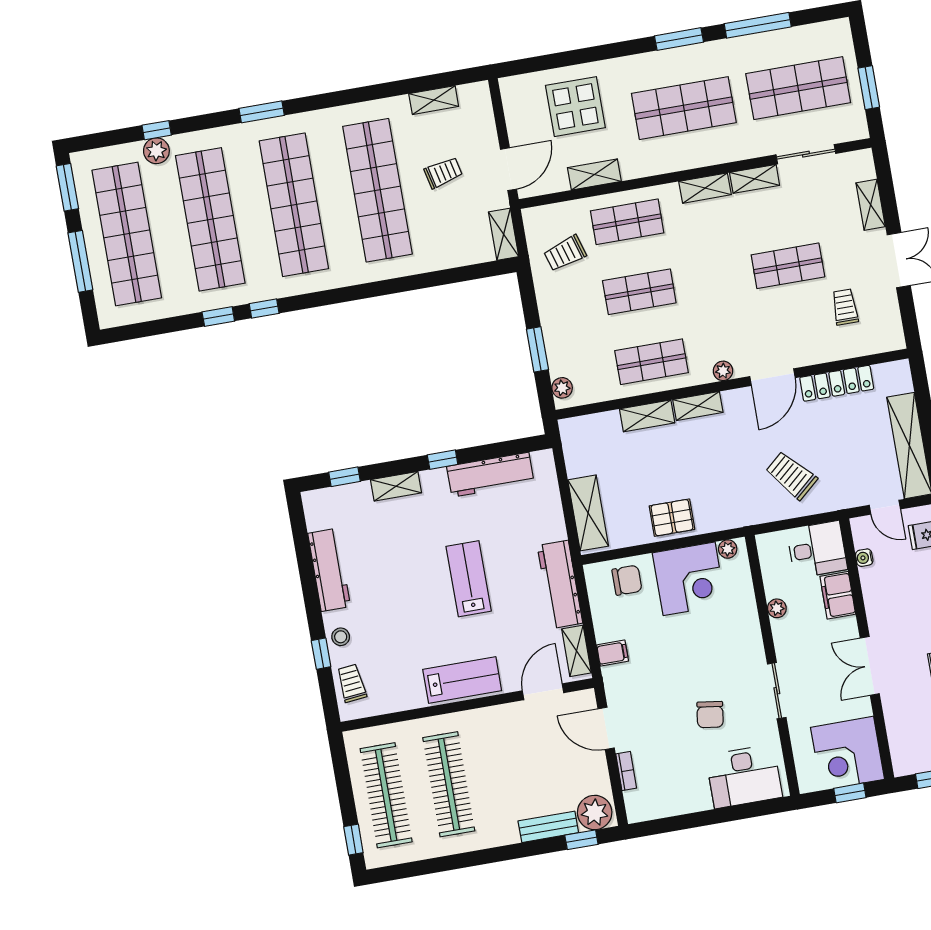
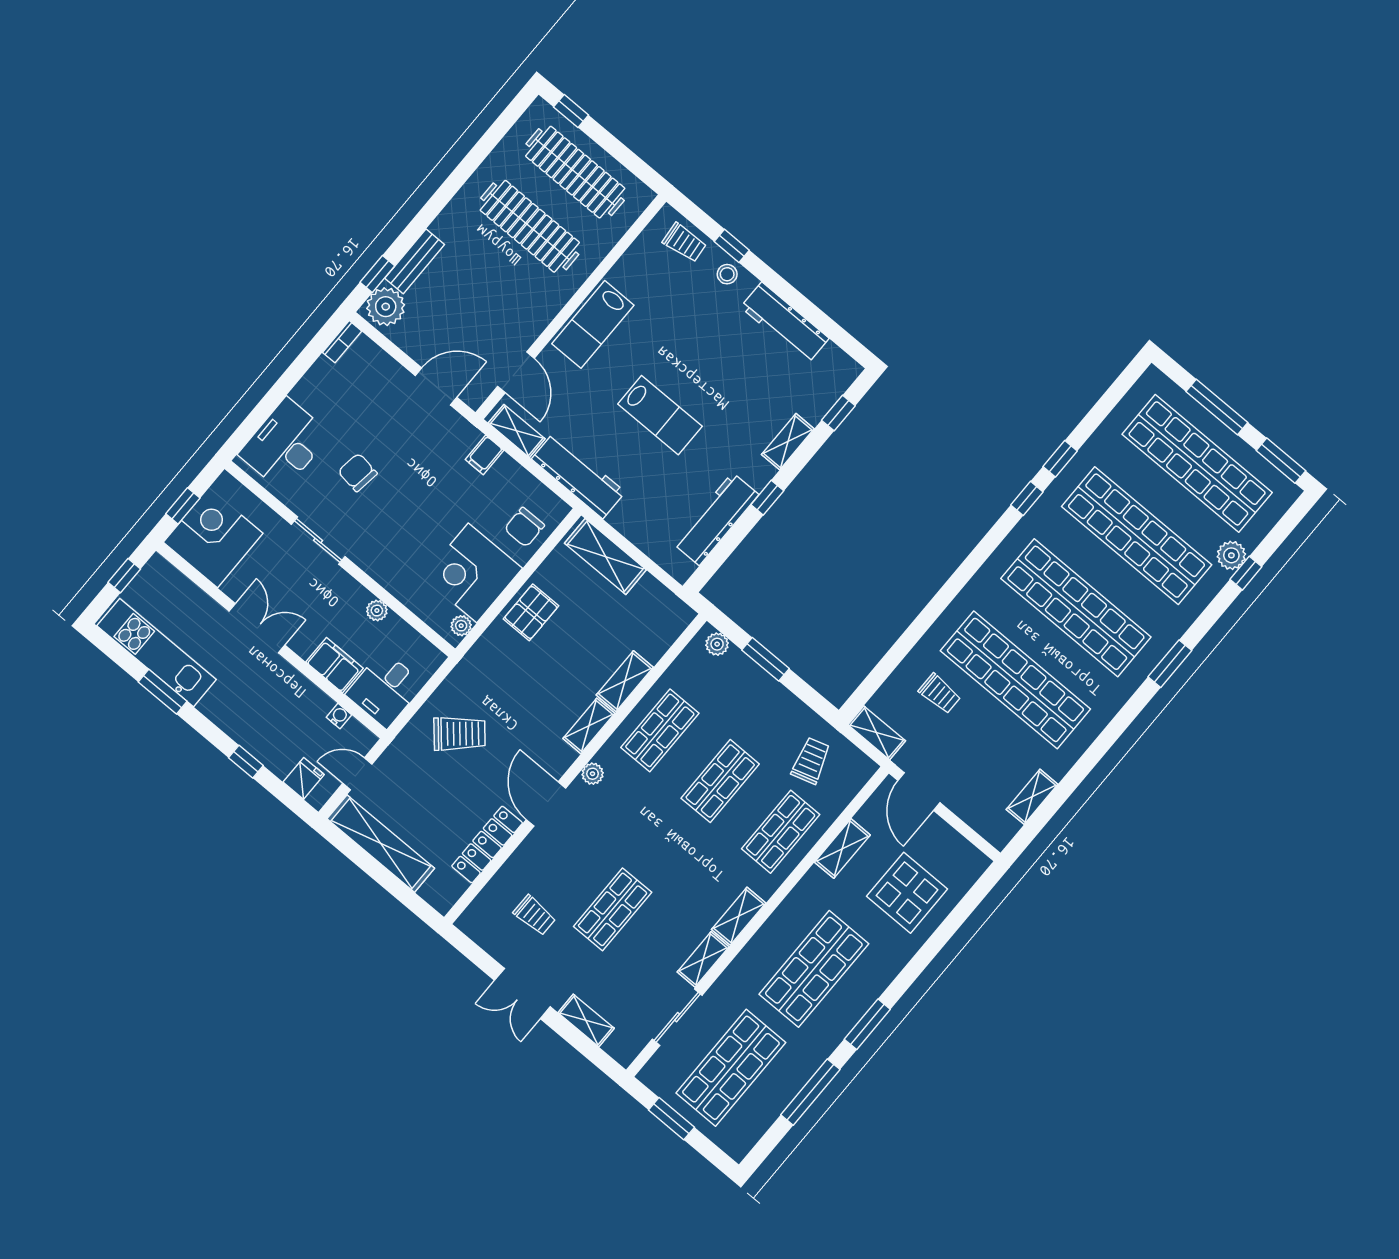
trolley: (443, 173) -> (940, 694), moved, turned -77
bookcase: (626, 771) -> (342, 342), moved, turned -90

